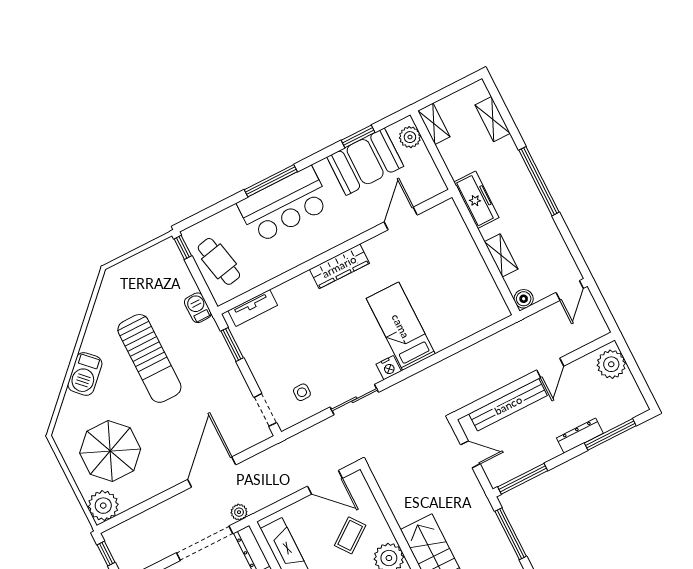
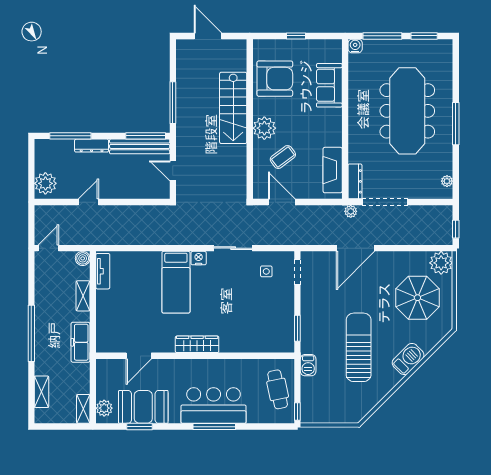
tv unit: (253, 308) -> (103, 271), moved, turned 90
bench: (508, 405) -> (140, 146), moved

